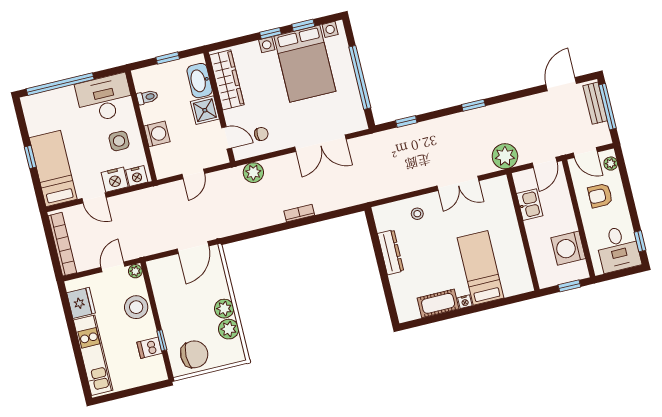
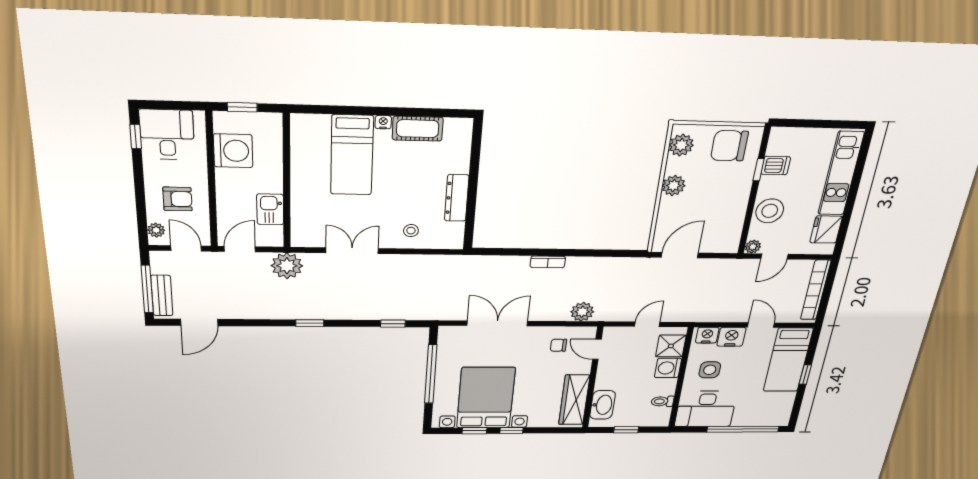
shower: (205, 110) -> (671, 346), moved
plant: (229, 329) -> (681, 145), moved

